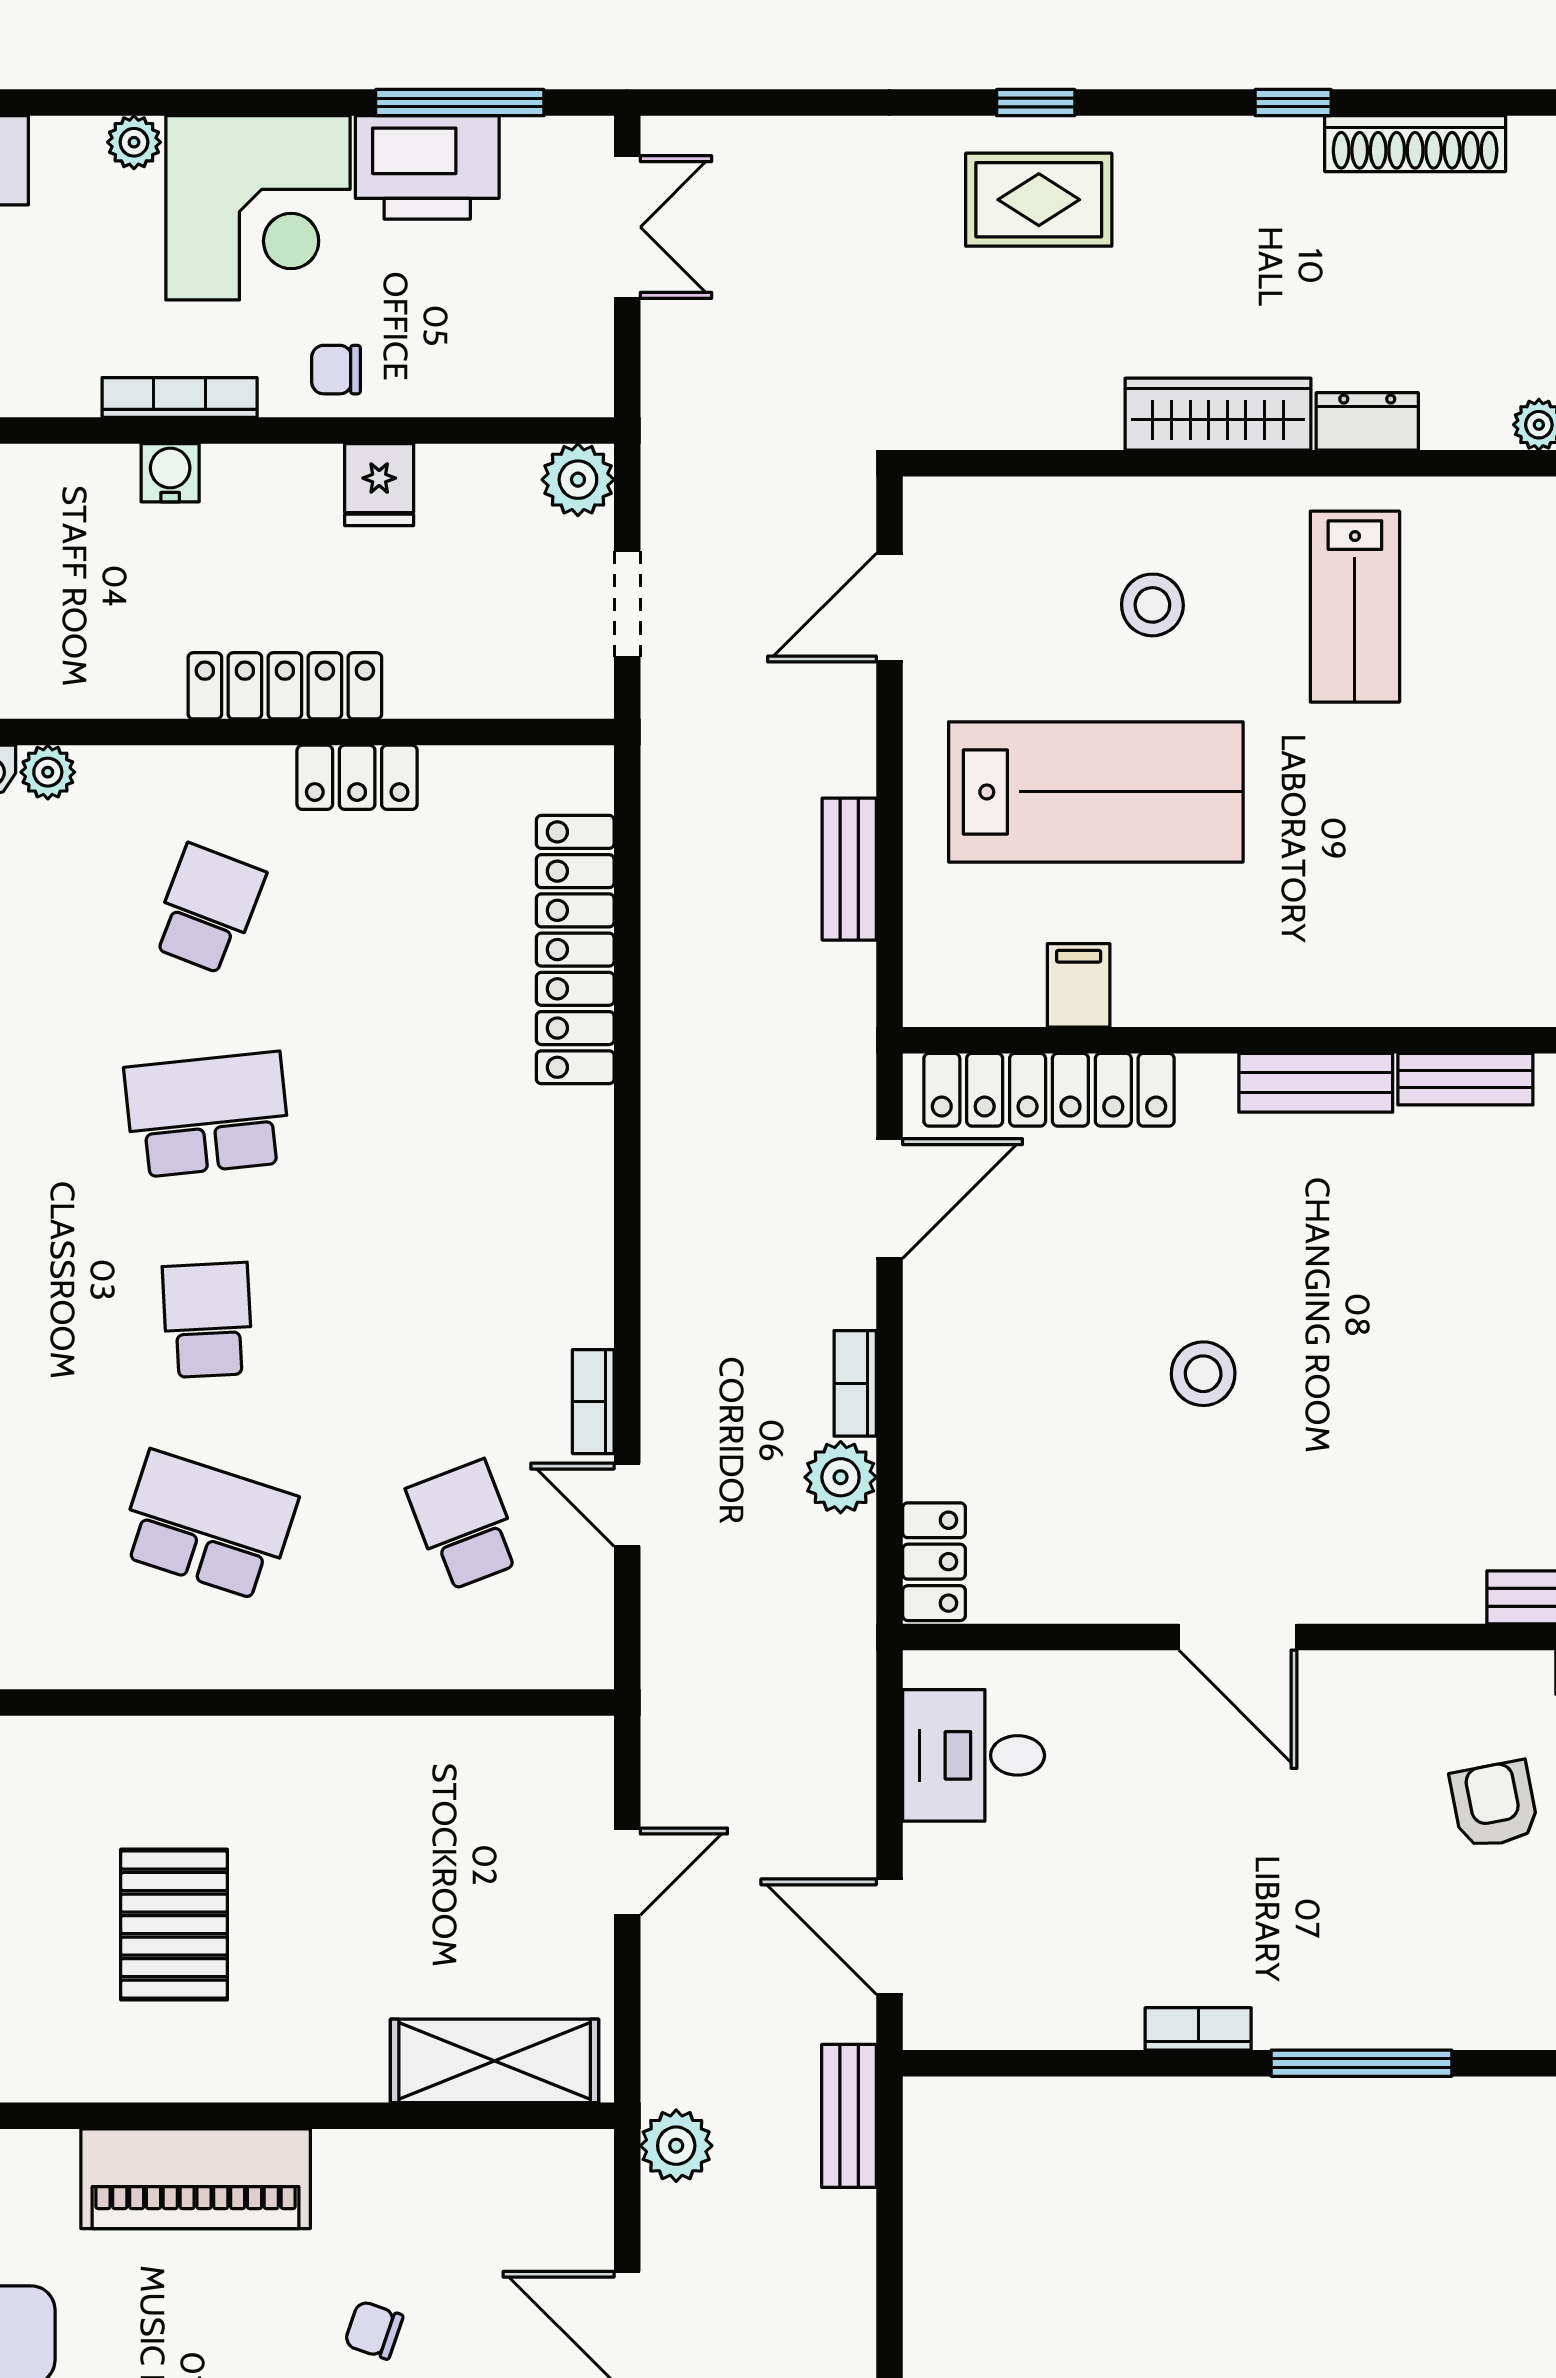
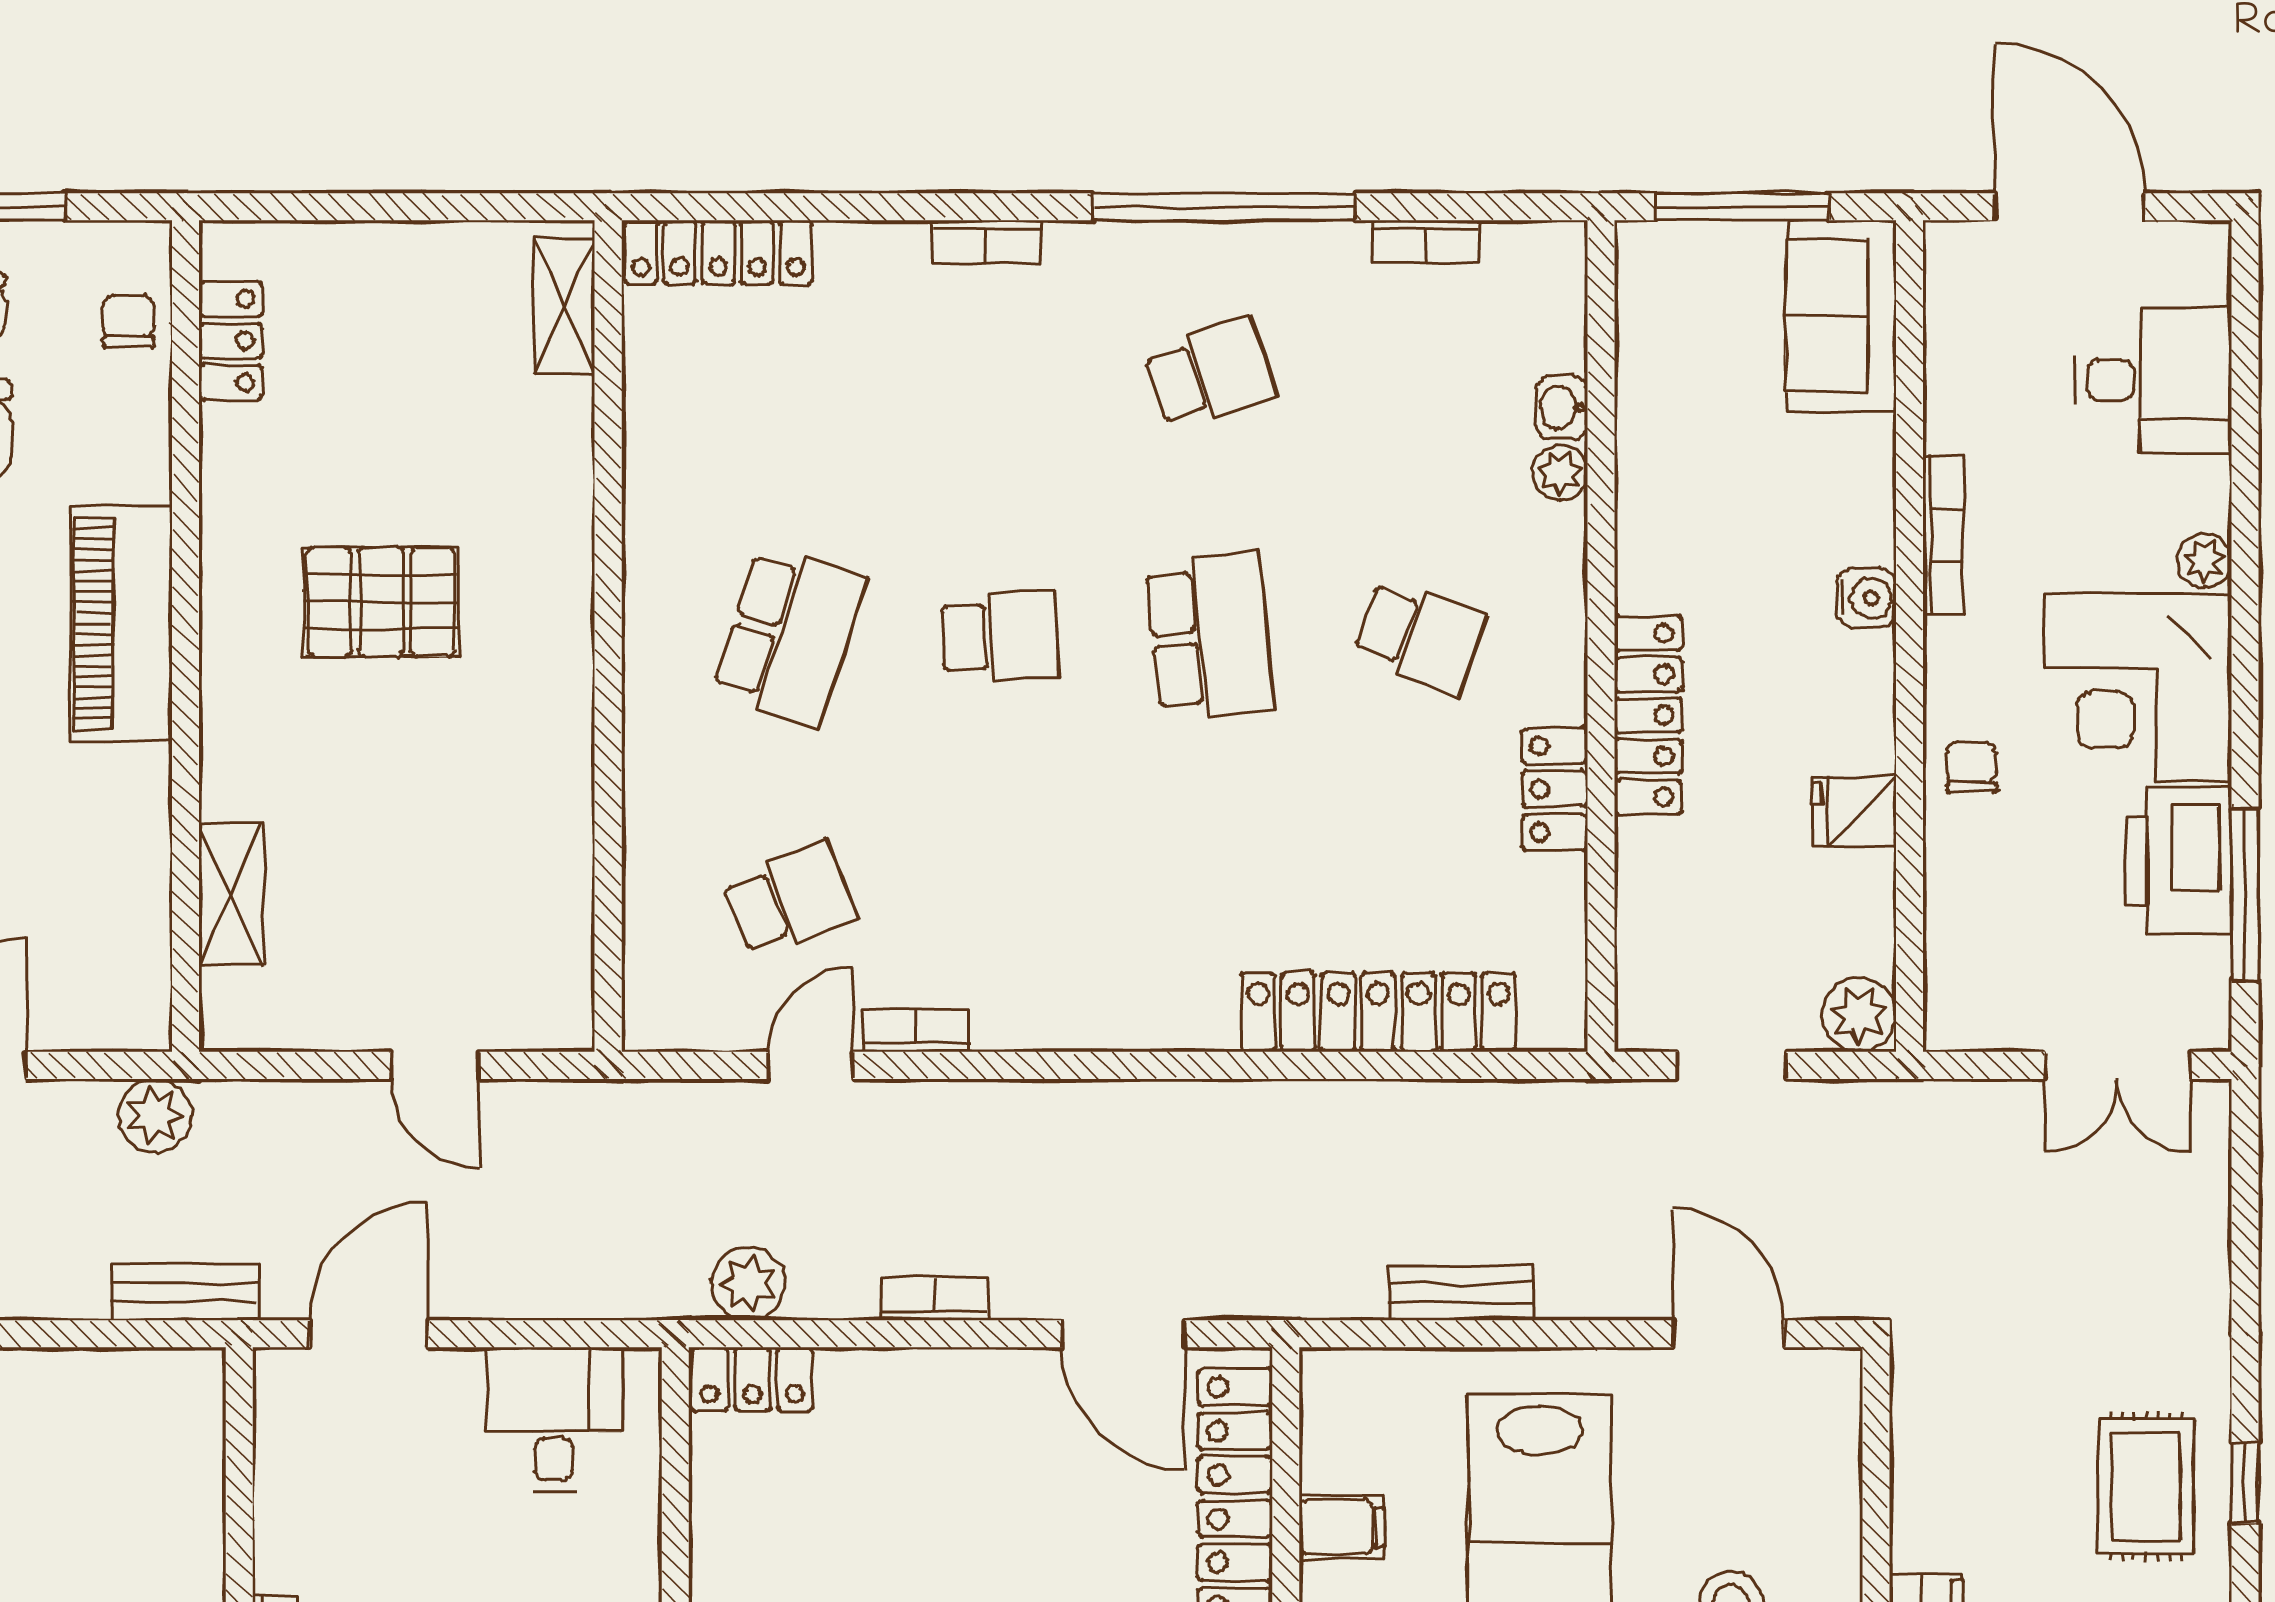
bookcase: (180, 397) -> (1943, 535), moved
plant: (841, 1477) -> (748, 1284), moved
shelving: (495, 2061) -> (231, 894), width x0.67, depth x0.75

